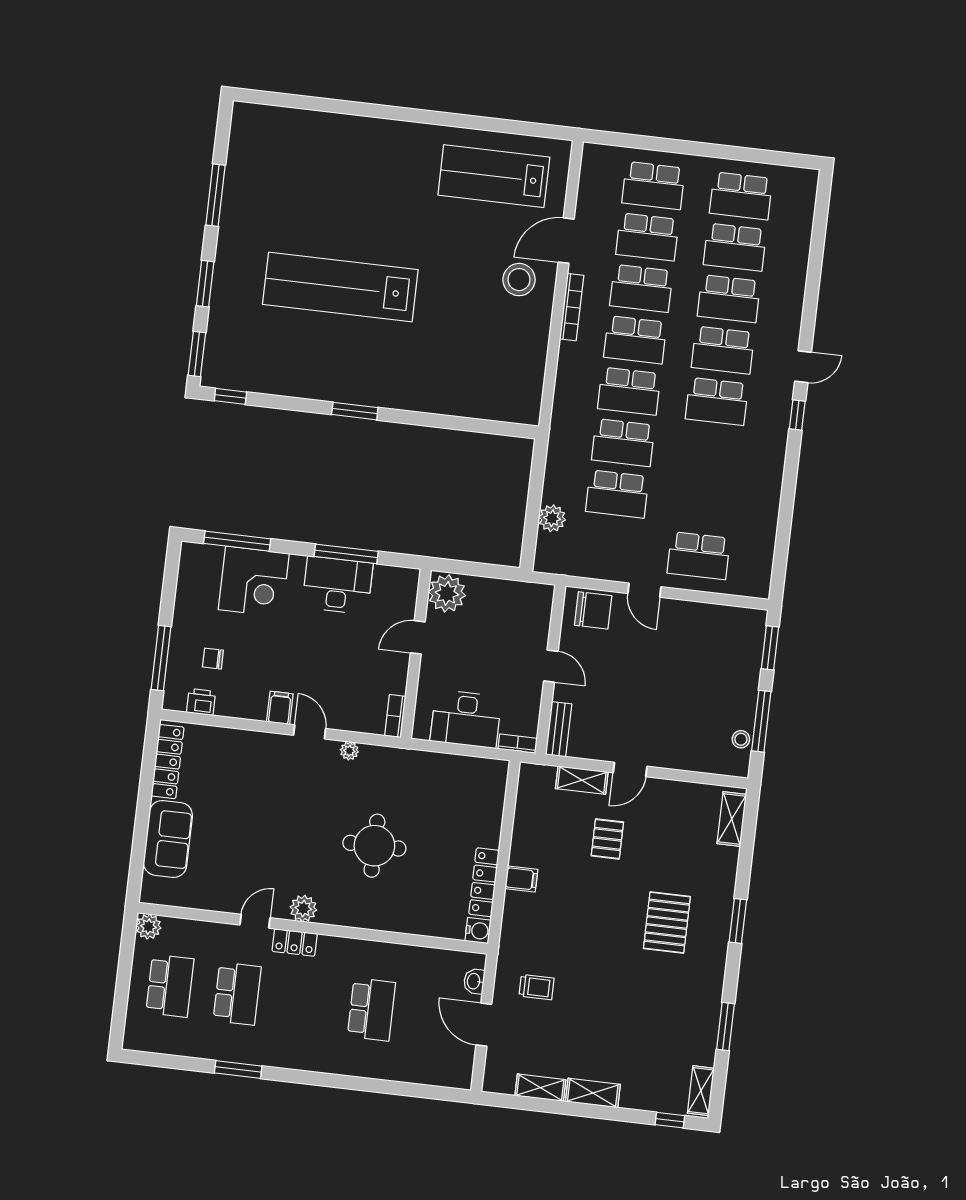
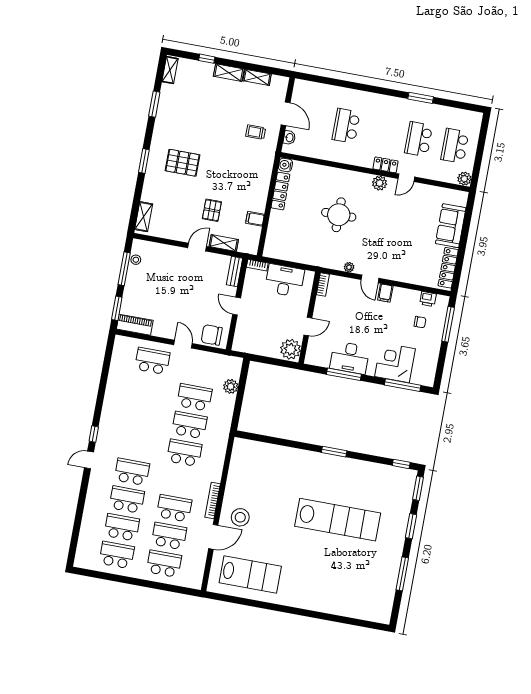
school desk: (635, 340) -> (179, 481), removed
school desk: (717, 401) -> (137, 444), removed
piano: (735, 620) -> (135, 325), added
filing cabinet: (521, 879) -> (255, 219), moved
pallet: (667, 923) -> (182, 163), turned 90
window: (670, 1120) -> (207, 59), moved

